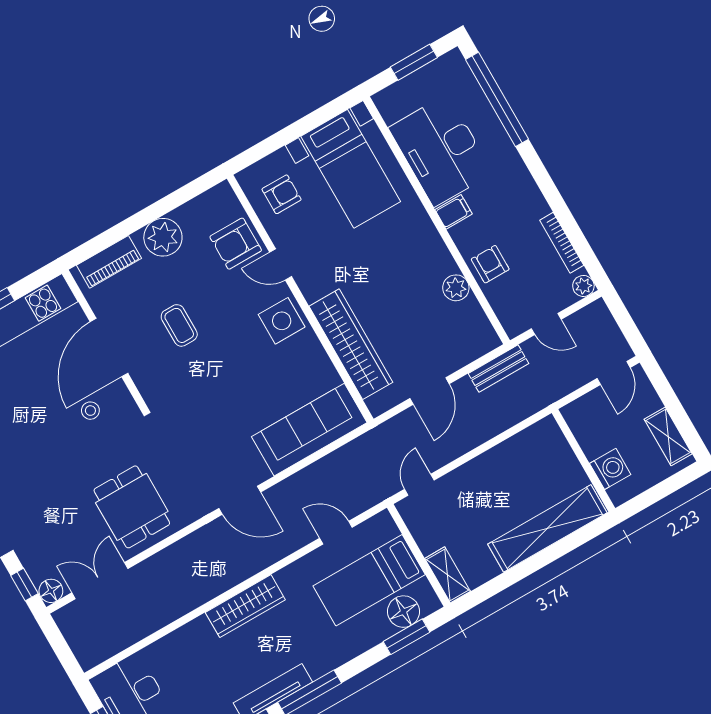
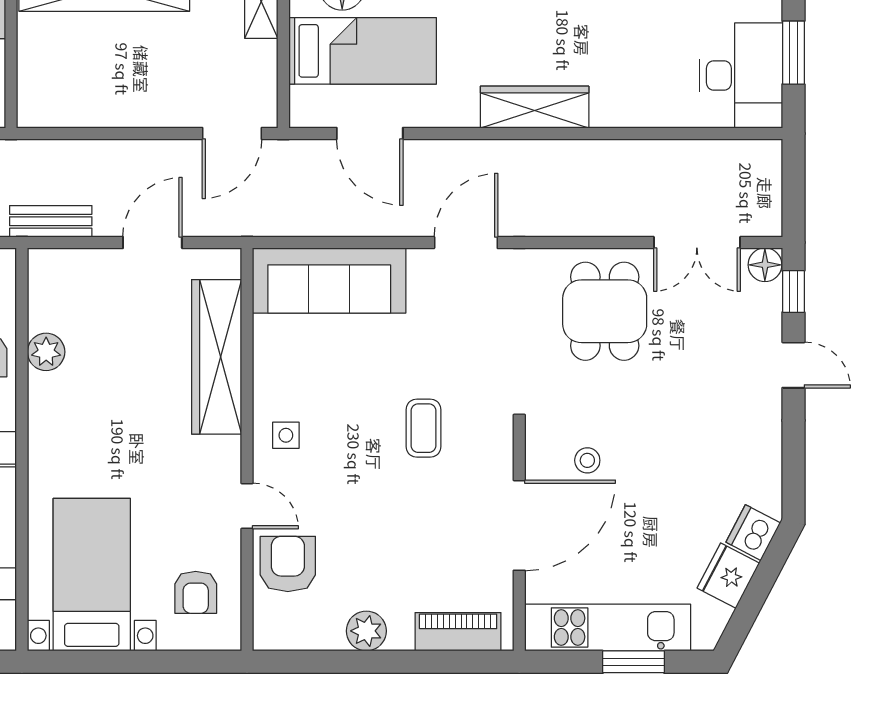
armchair: (282, 194) -> (196, 592), turned -90
plant: (163, 237) -> (366, 631), width x0.73, depth x0.73
armchair: (236, 244) -> (288, 564), turned -90
side table: (282, 321) -> (286, 435), width x0.54, depth x0.54
coffee table: (179, 325) -> (423, 428), moved
door: (419, 485) -> (232, 134), width x1.38
door: (240, 500) -> (466, 242), hinge flipped
door: (336, 533) -> (370, 134), width x1.38

